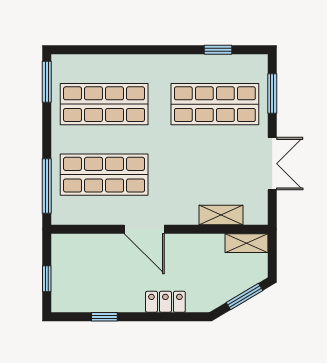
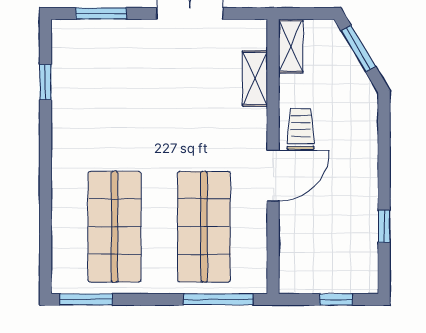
shop shelf: (215, 104) -> (115, 86), removed
trolley: (181, 251) -> (301, 129), added
locker: (165, 302) -> (365, 149), removed

